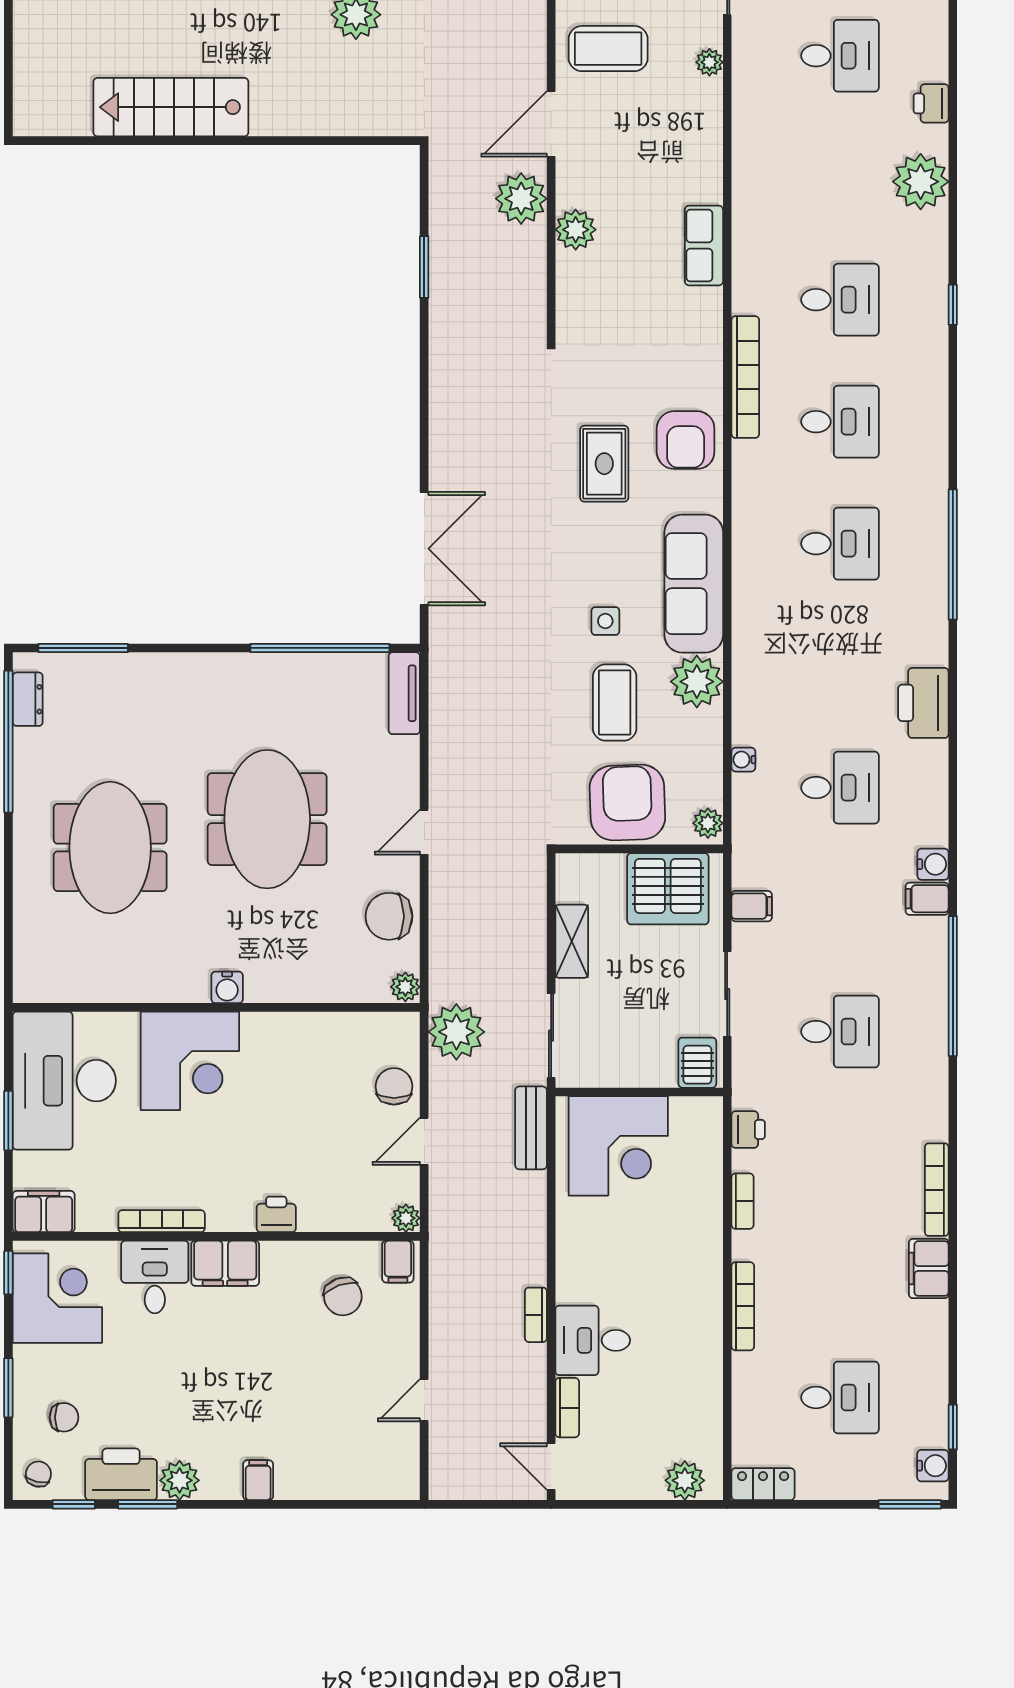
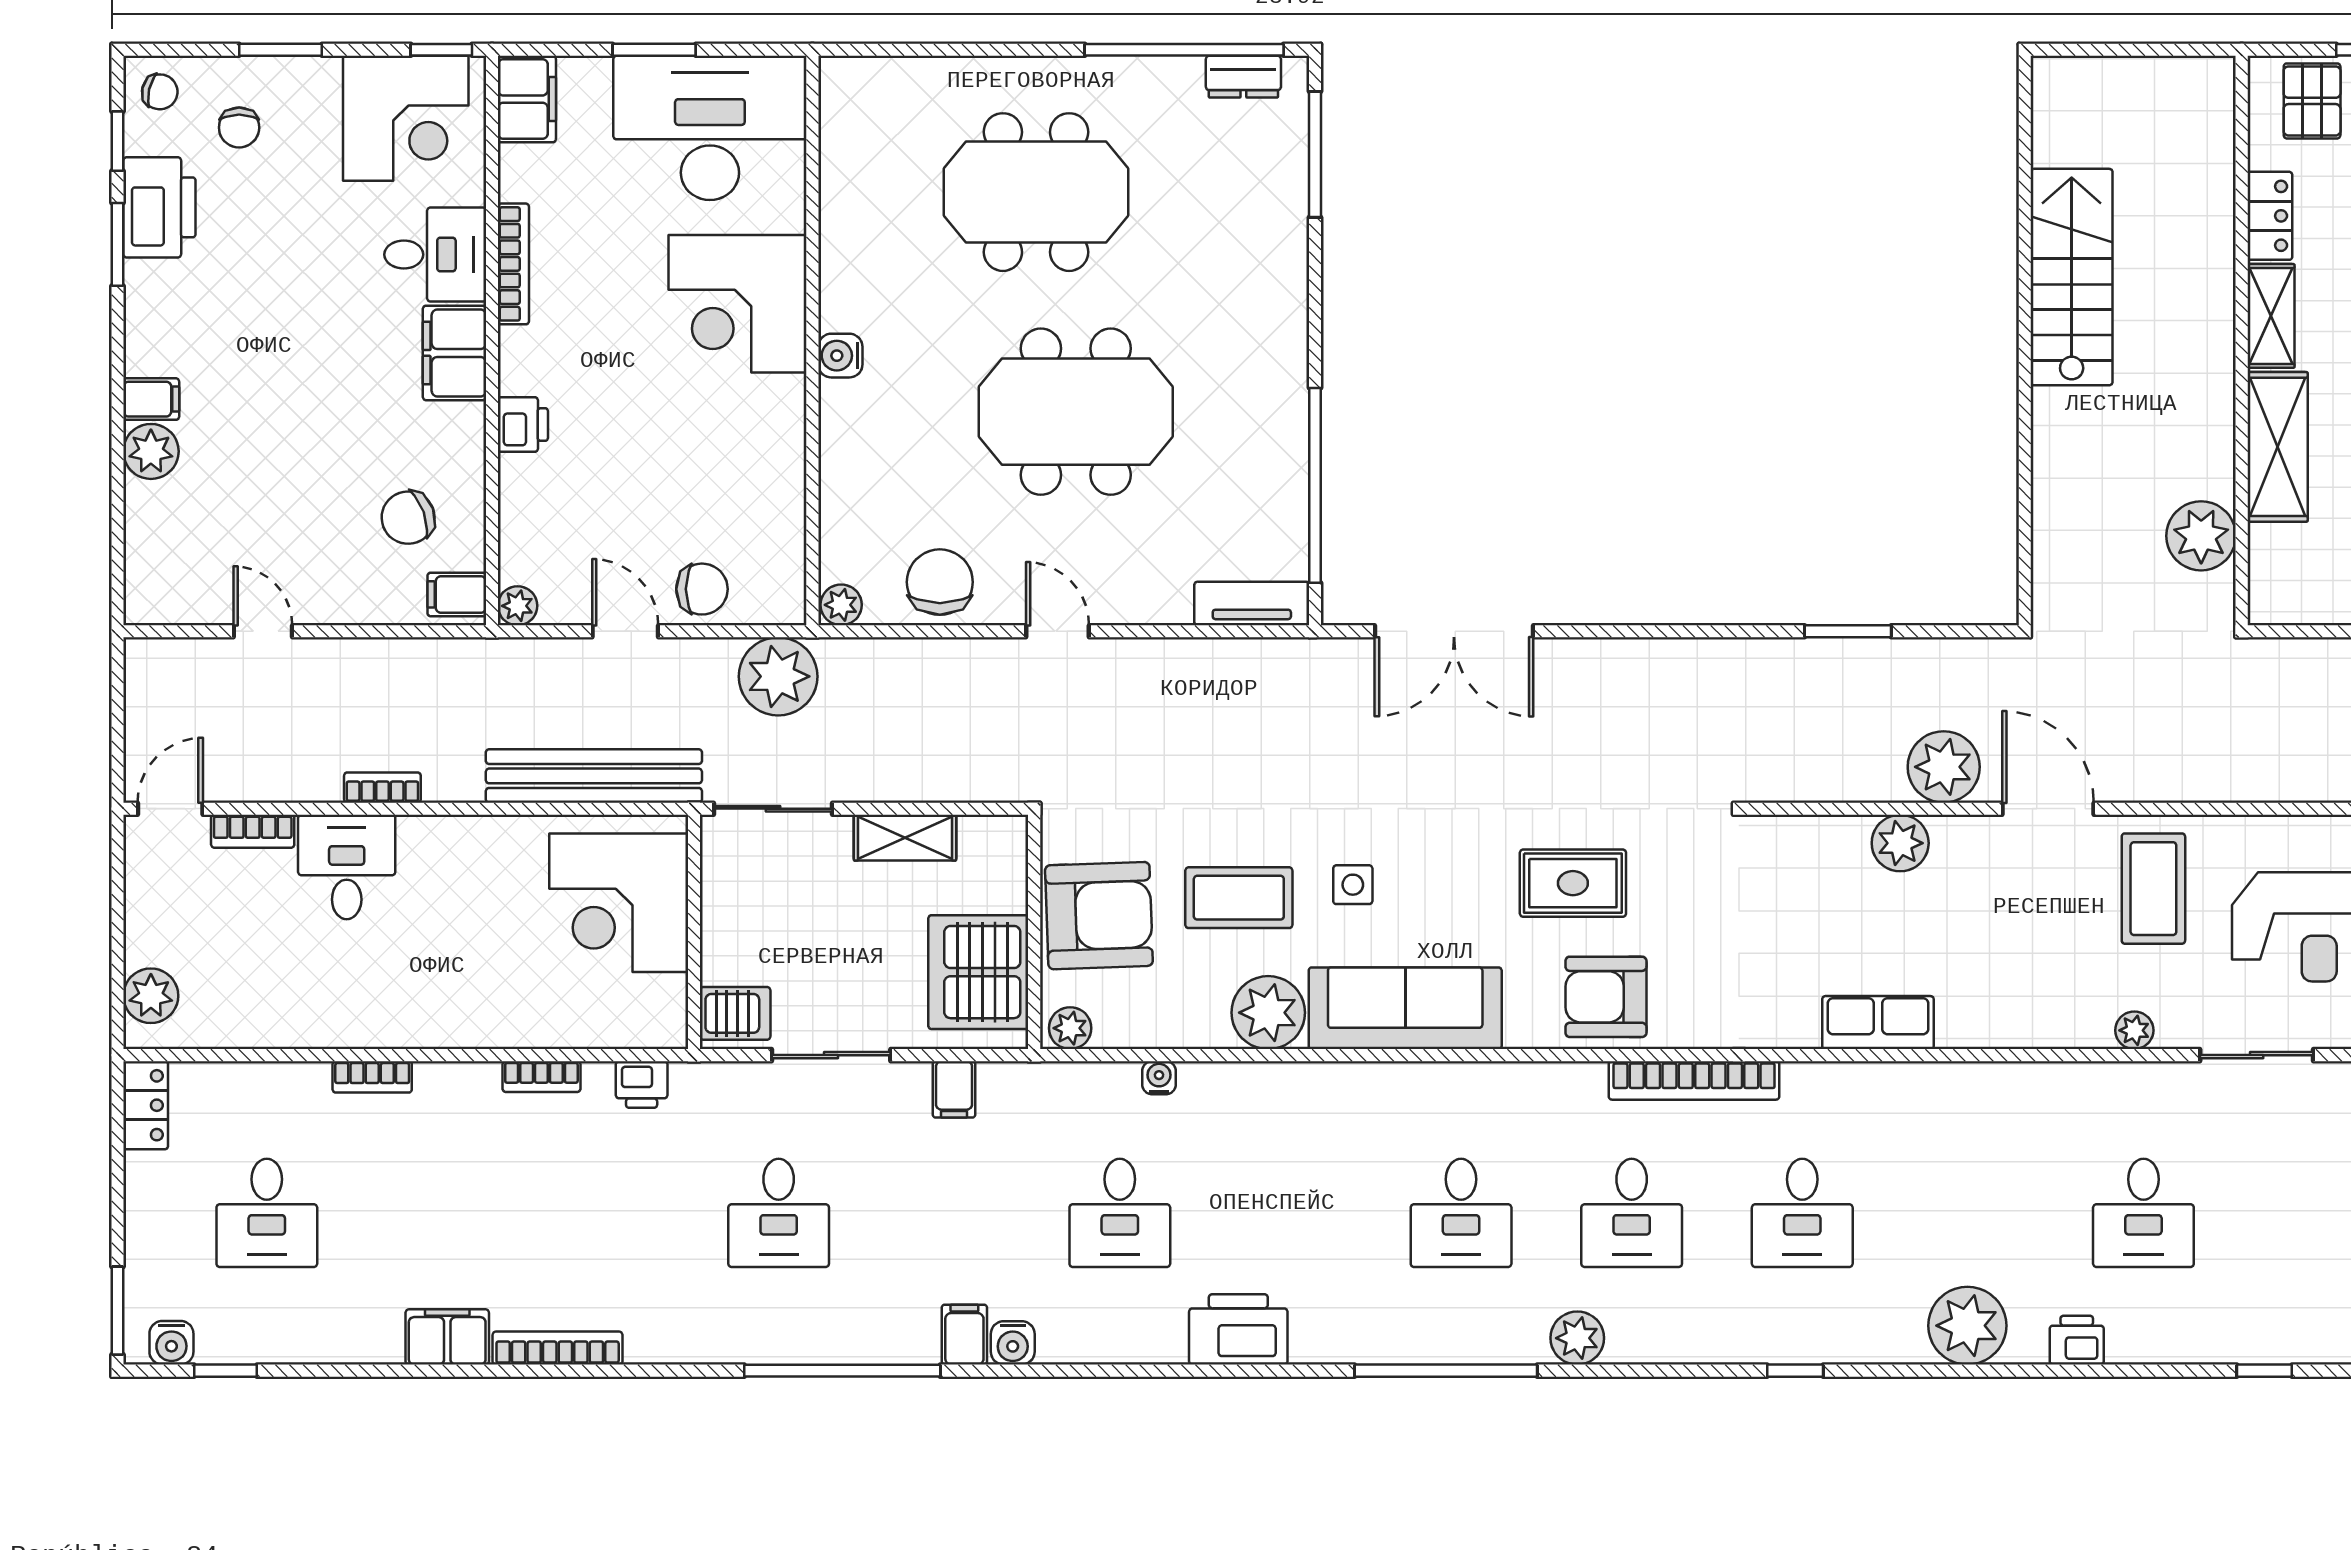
plant: (929, 461) -> (1577, 1338), added
bench: (531, 1128) -> (594, 776), width x1.86, depth x1.21
bookcase: (743, 1306) -> (372, 1077), width x0.64
plant: (180, 1480) -> (151, 451), moved

